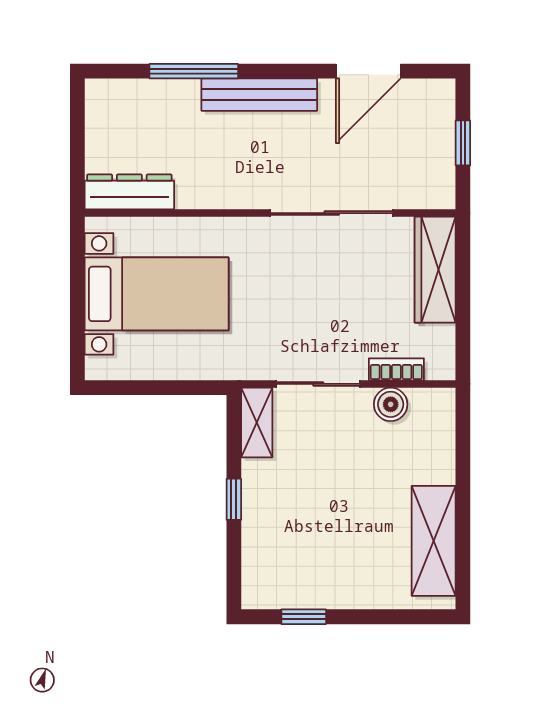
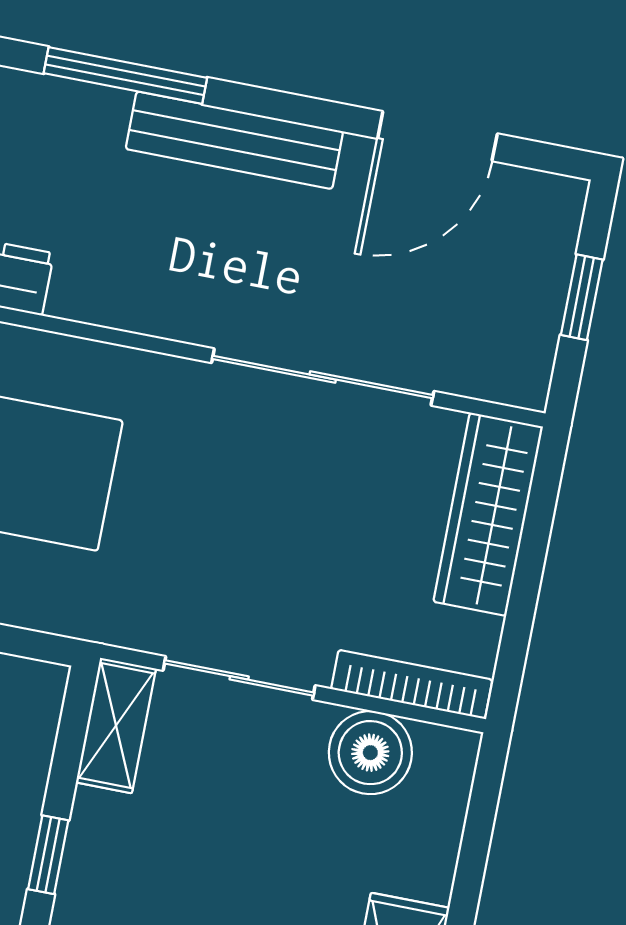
bookcase: (396, 369) -> (412, 684), width x1.56
boiler: (391, 404) -> (370, 753), width x1.36, depth x1.36

